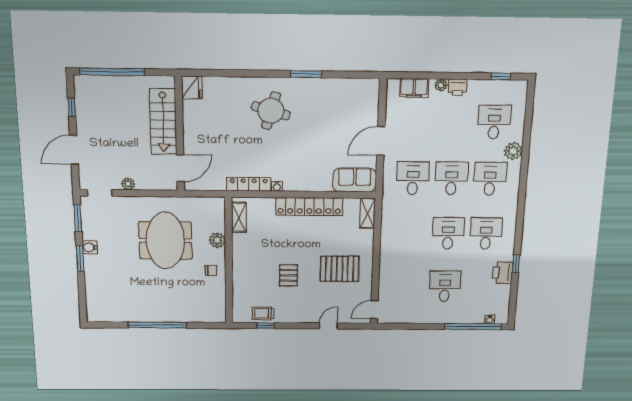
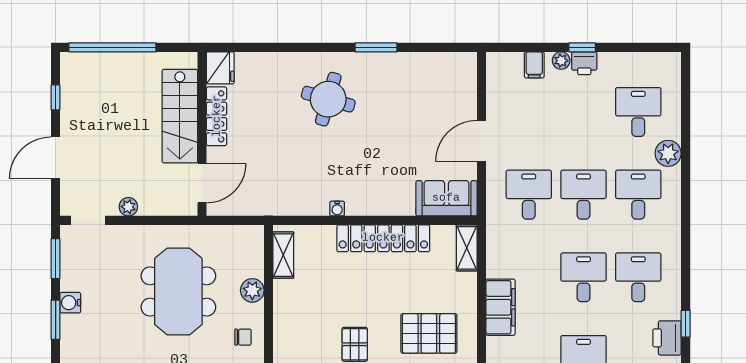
window: (501, 76) -> (582, 47), moved
filing cabinet: (414, 88) -> (534, 65), width x0.50
locker: (249, 184) -> (217, 116), moved, turned 90
filing cabinet: (390, 252) -> (500, 307), added

